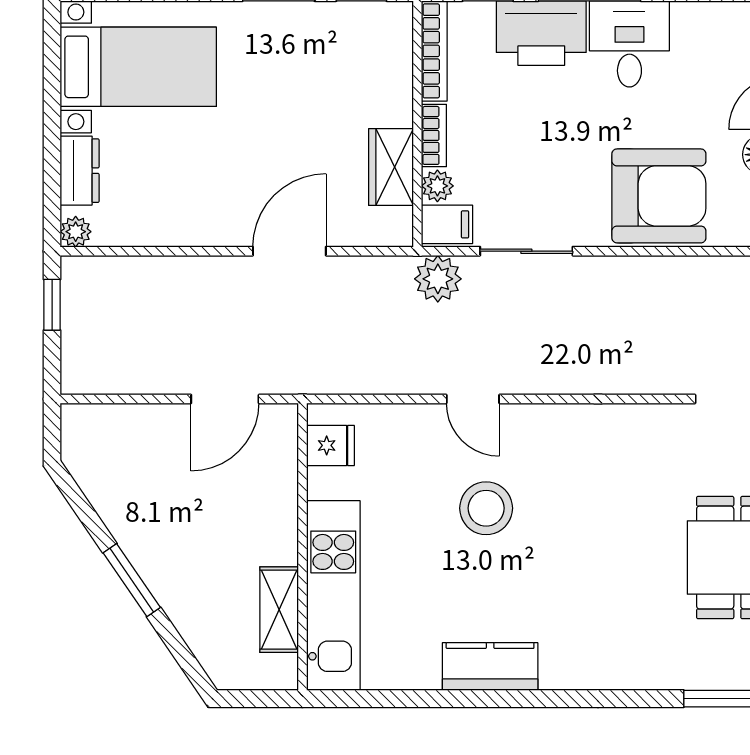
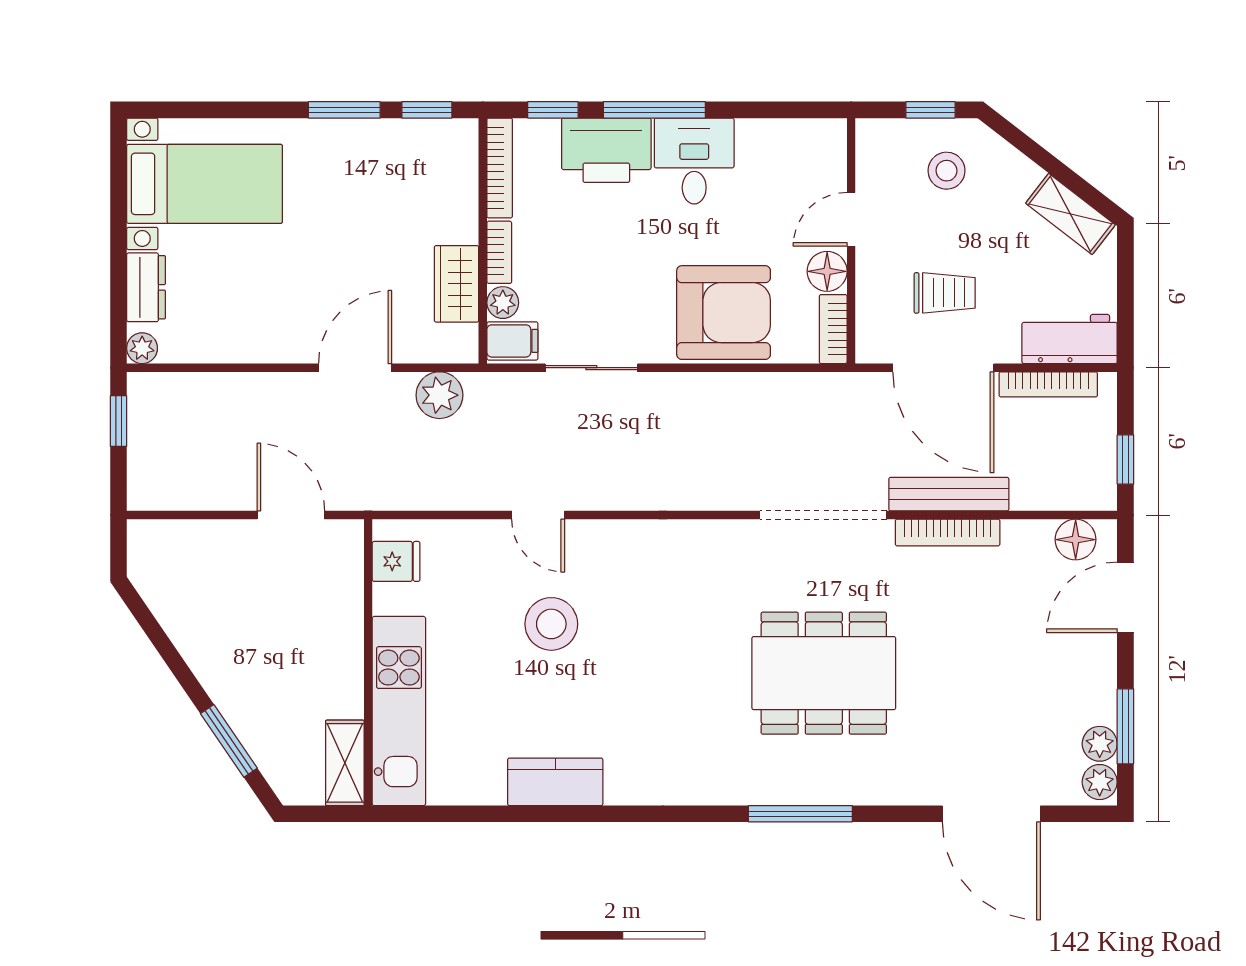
plant: (438, 279) -> (439, 395), moved
door: (225, 399) -> (291, 515), swing flipped
window: (132, 580) -> (229, 741), moved
shelving: (279, 610) -> (345, 763), moved

